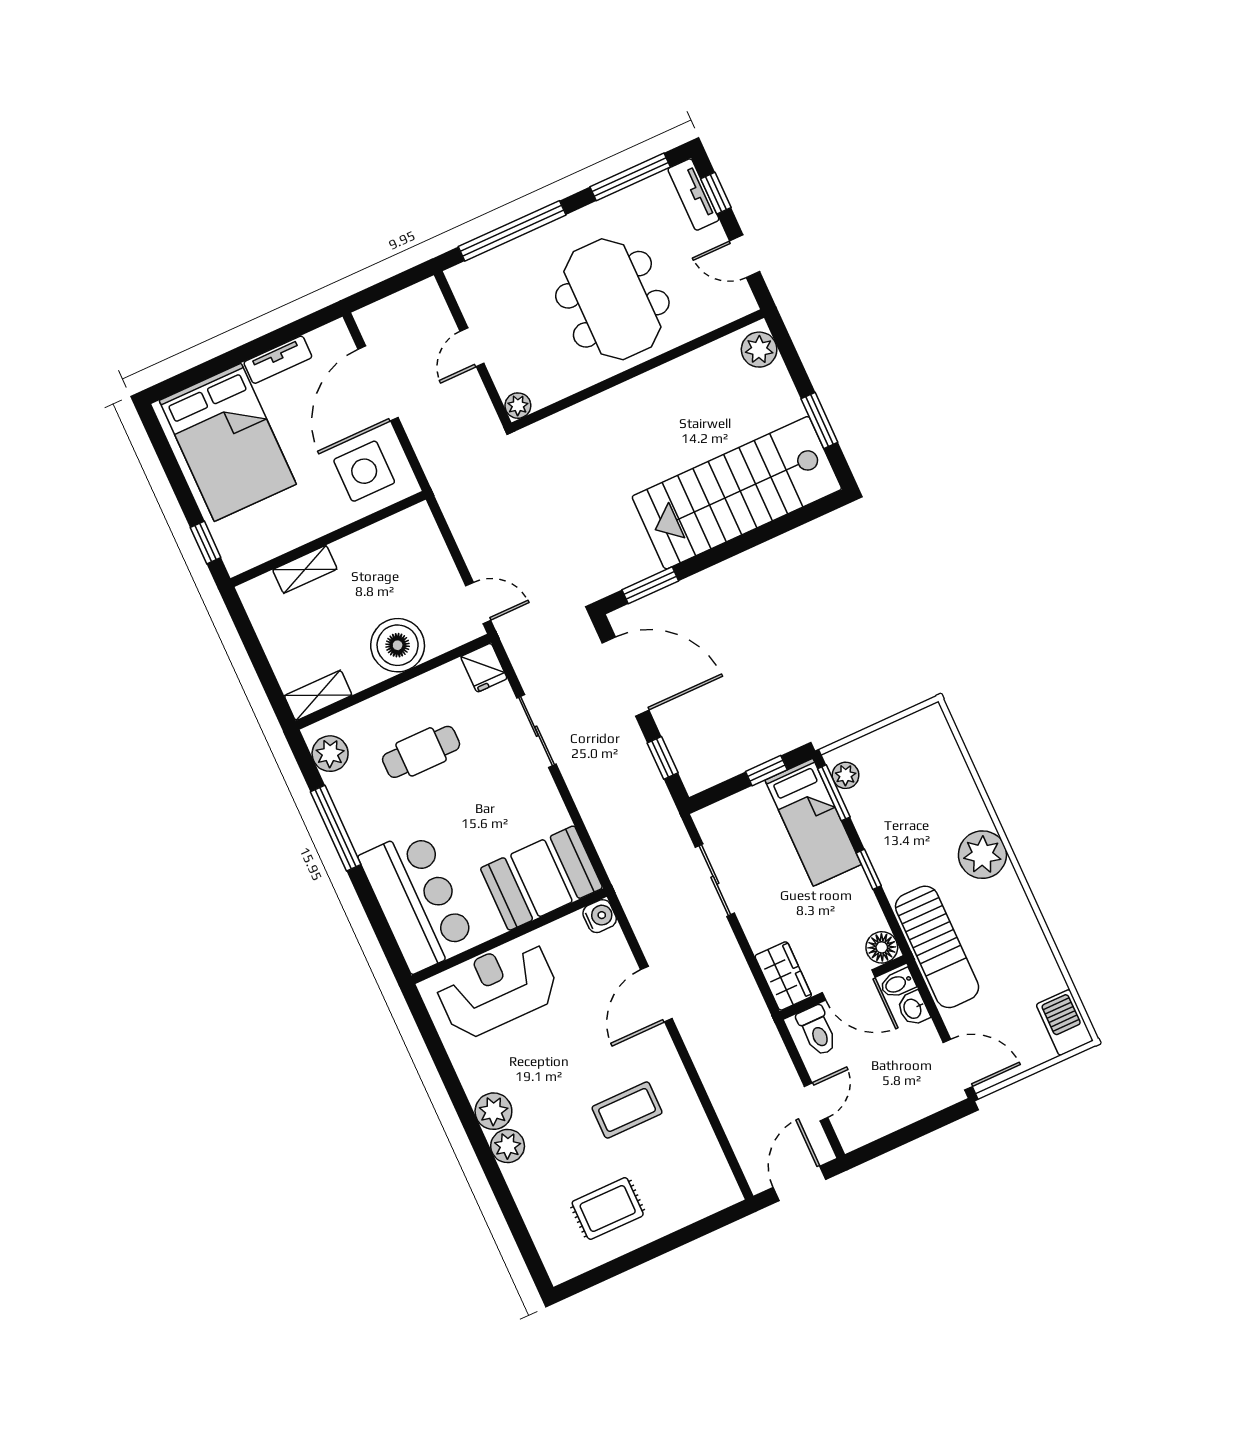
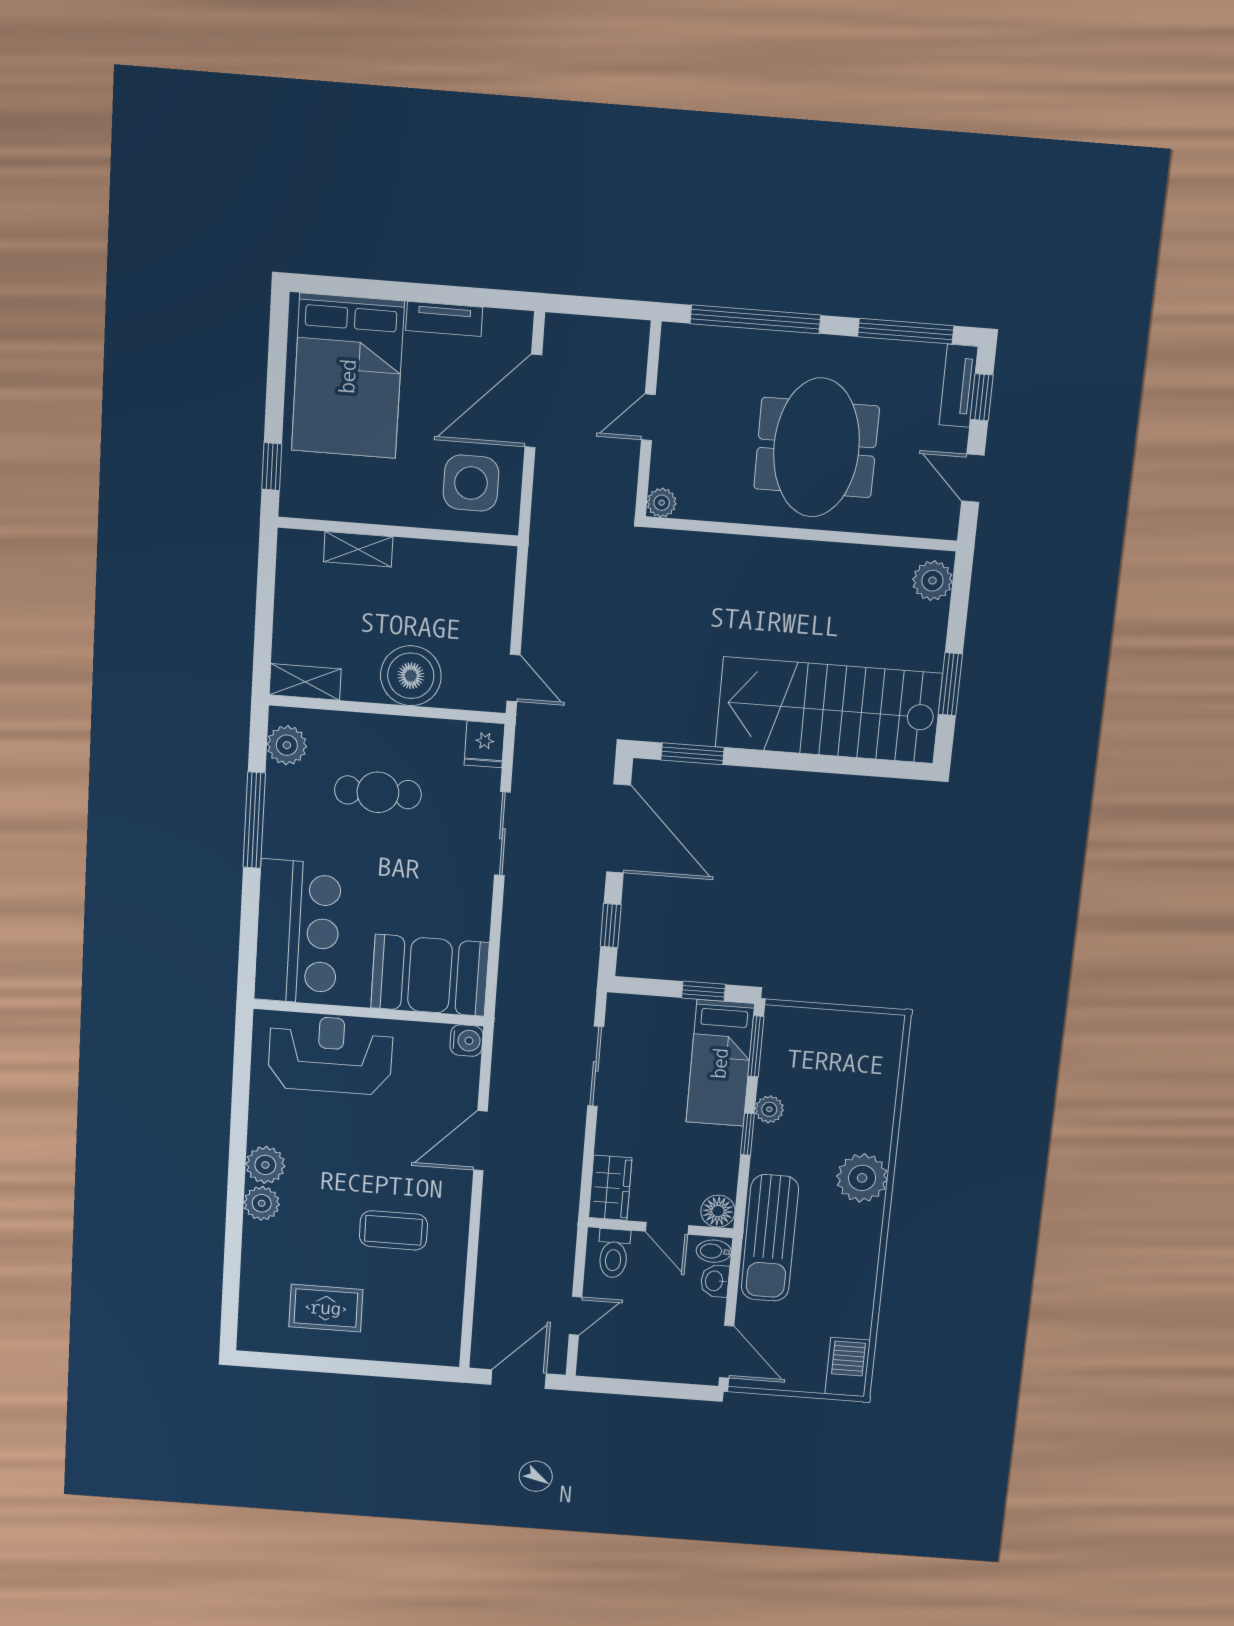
plant: (846, 775) -> (769, 1109), moved
door: (849, 985) -> (667, 1228), width x0.73

